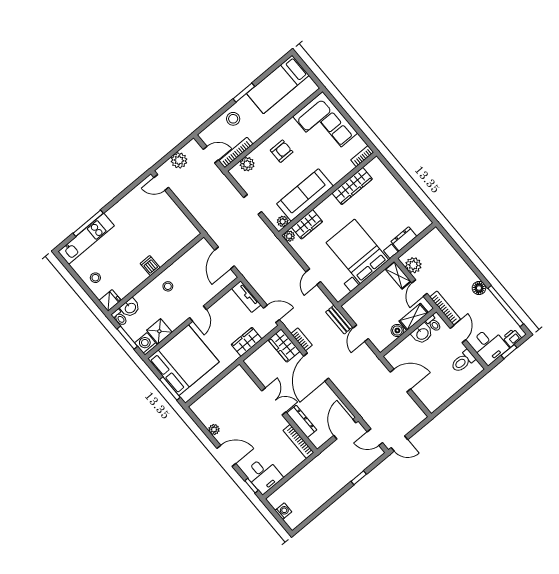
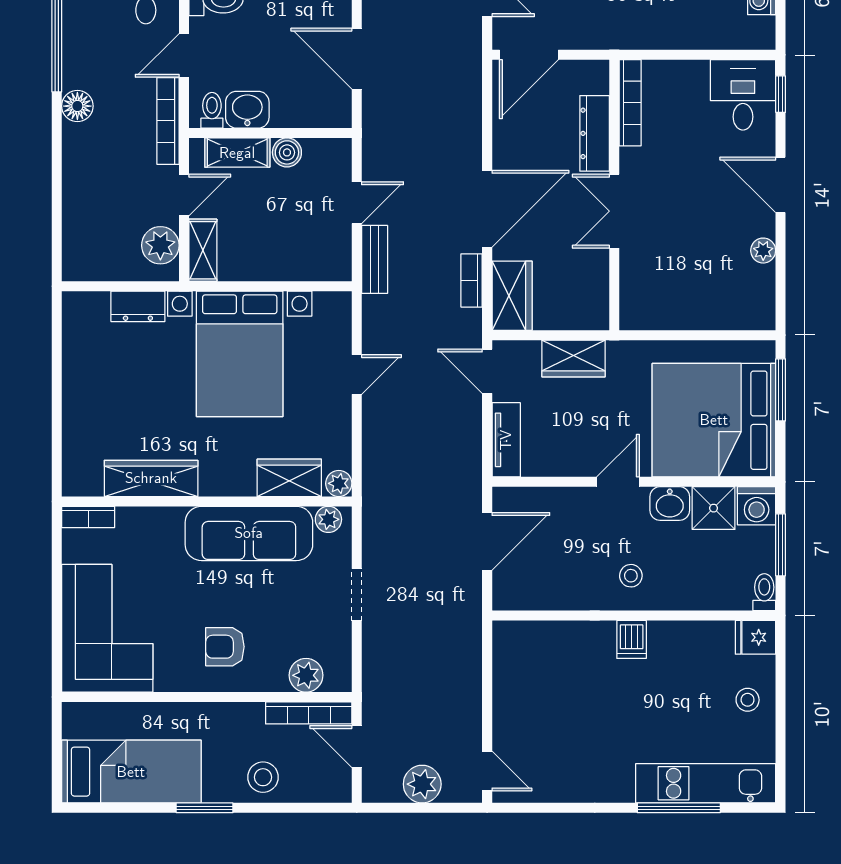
washbasin: (130, 308) -> (670, 504), moved, turned 180

